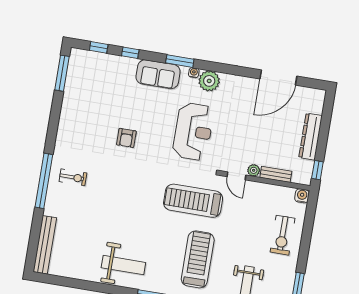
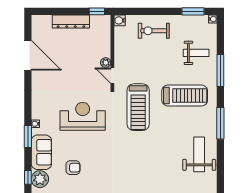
plant: (209, 81) -> (40, 179), moved
armchair: (126, 138) -> (73, 168), moved
bench: (276, 174) -> (106, 44), removed
door: (236, 176) -> (112, 76), swing flipped
exercise bike: (282, 235) -> (154, 31), turned 180
treadmill: (198, 259) -> (185, 96), turned 180

